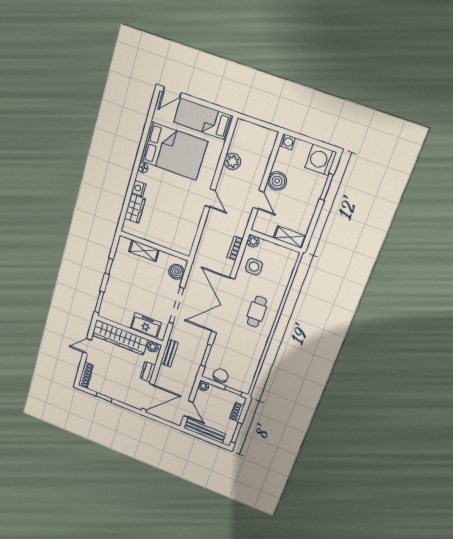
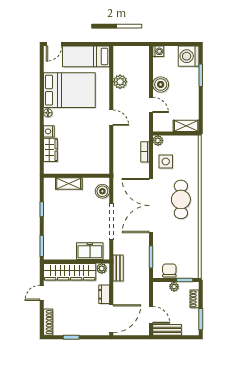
cafe table: (257, 312) -> (181, 199), width x1.37, depth x1.35
plant: (203, 386) -> (174, 287), moved
bench: (205, 431) -> (167, 330), width x0.73

